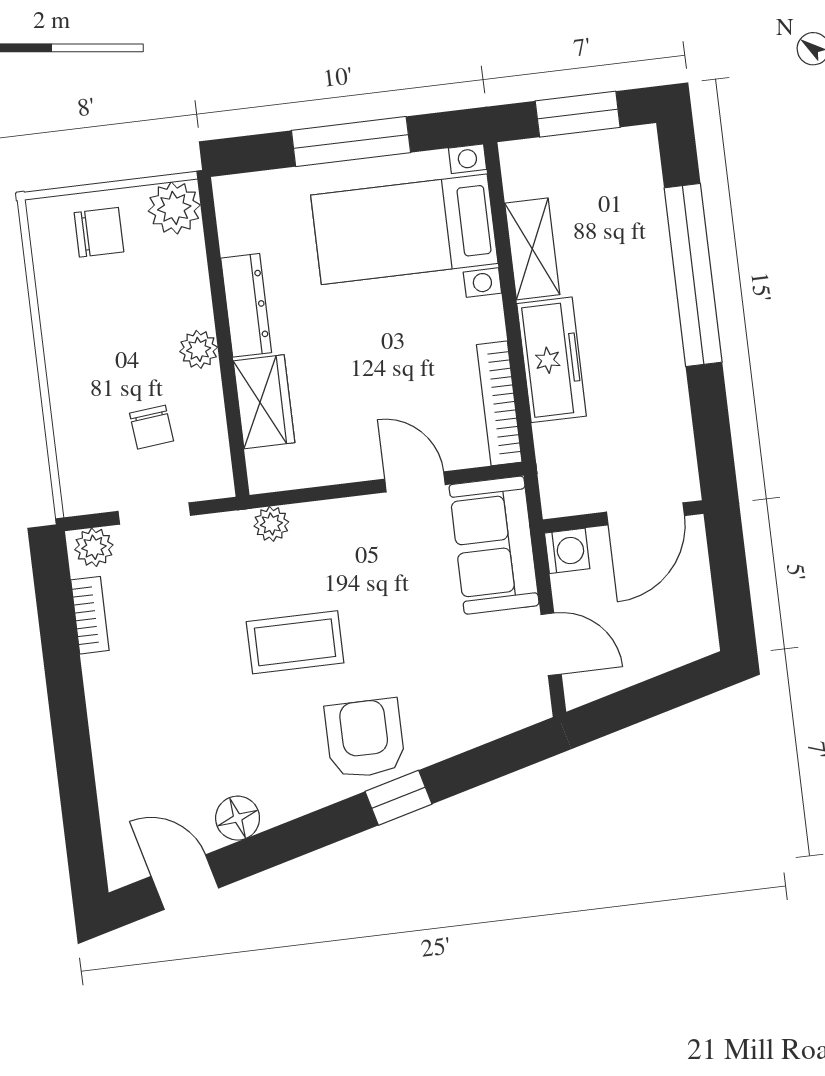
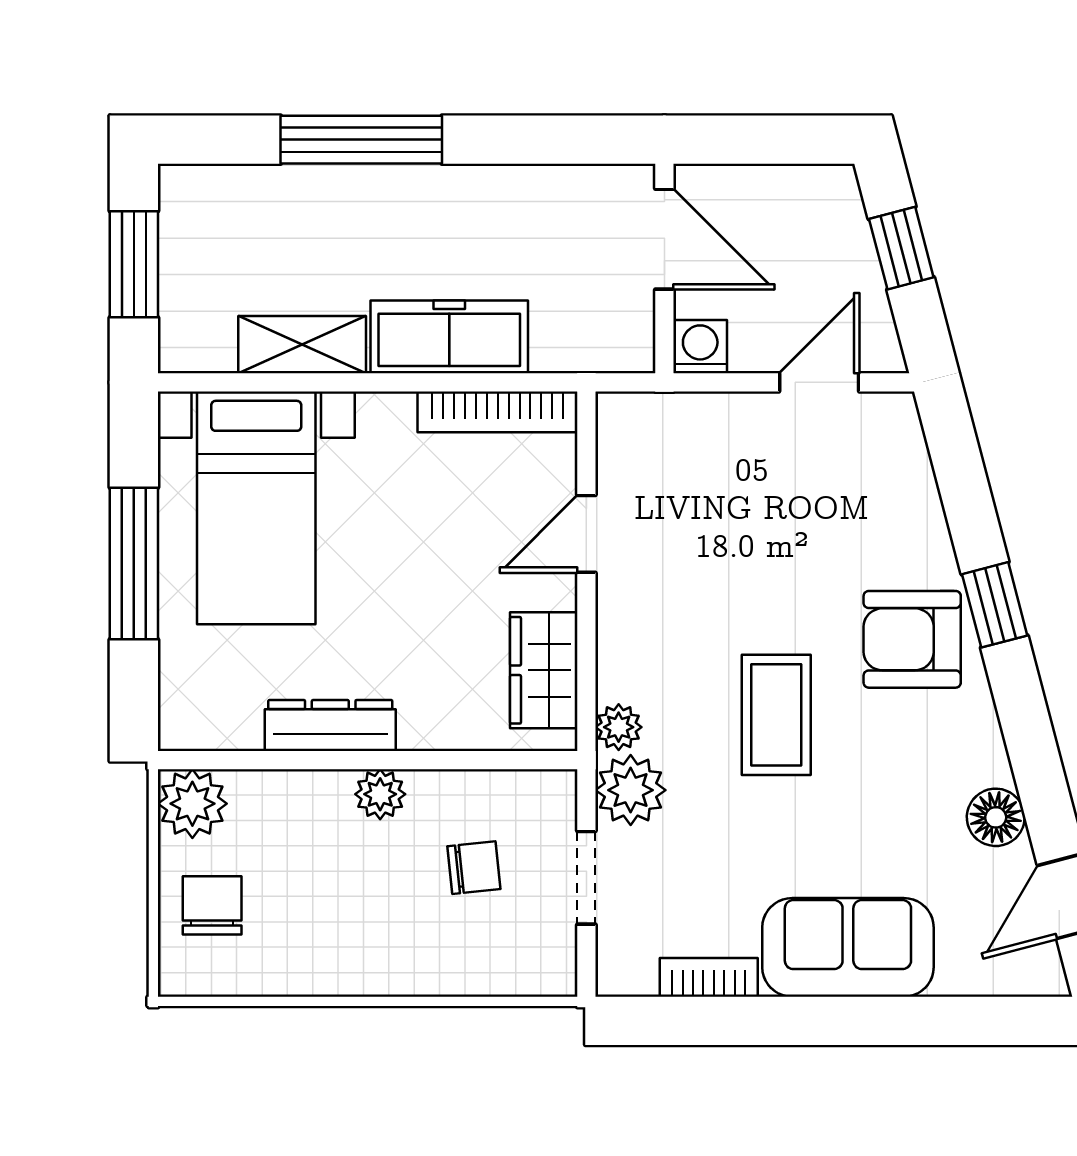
window: (693, 275) -> (361, 140), width x0.68
wardrobe: (264, 402) -> (544, 670), moved, turned -90
sofa: (494, 545) -> (848, 947), moved, turned 180
plant: (94, 547) -> (631, 790), moved, width x1.38, depth x1.38
window: (660, 694) -> (901, 248), added

